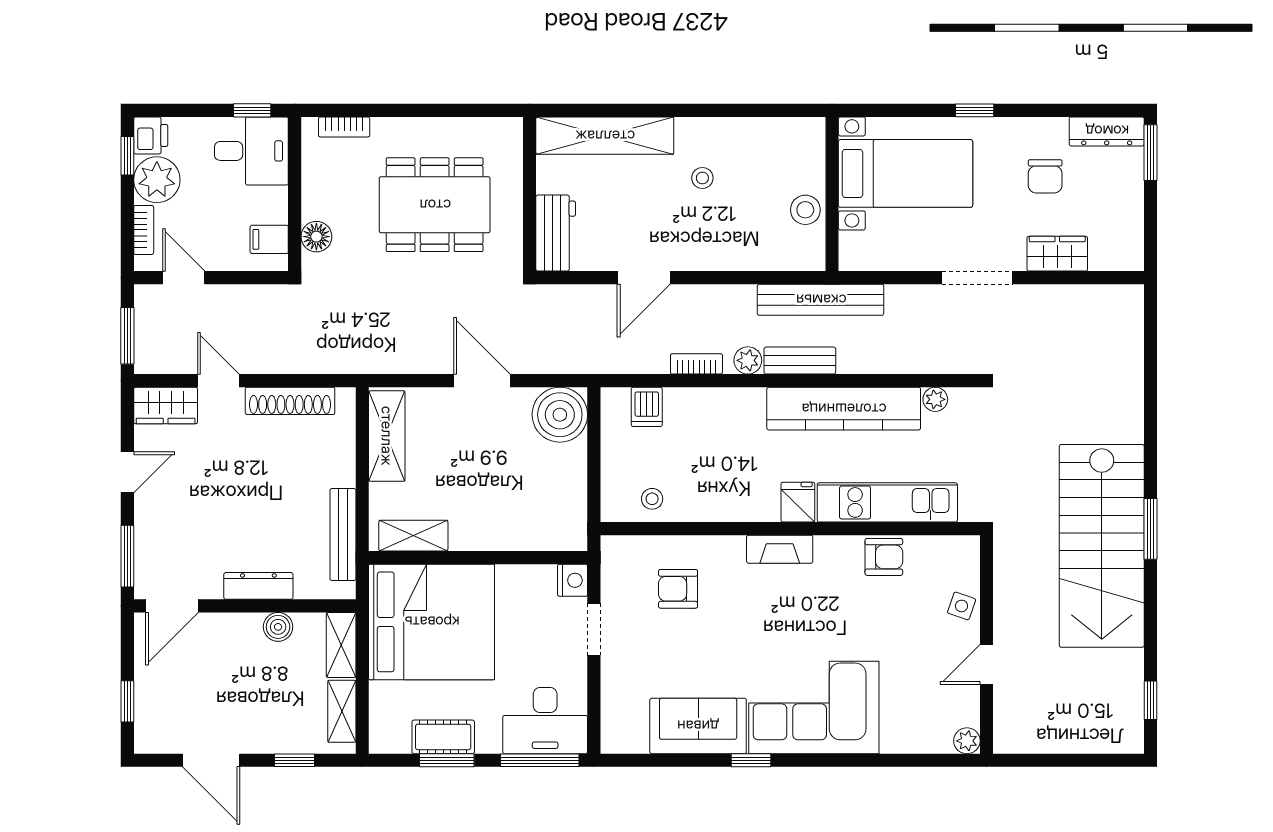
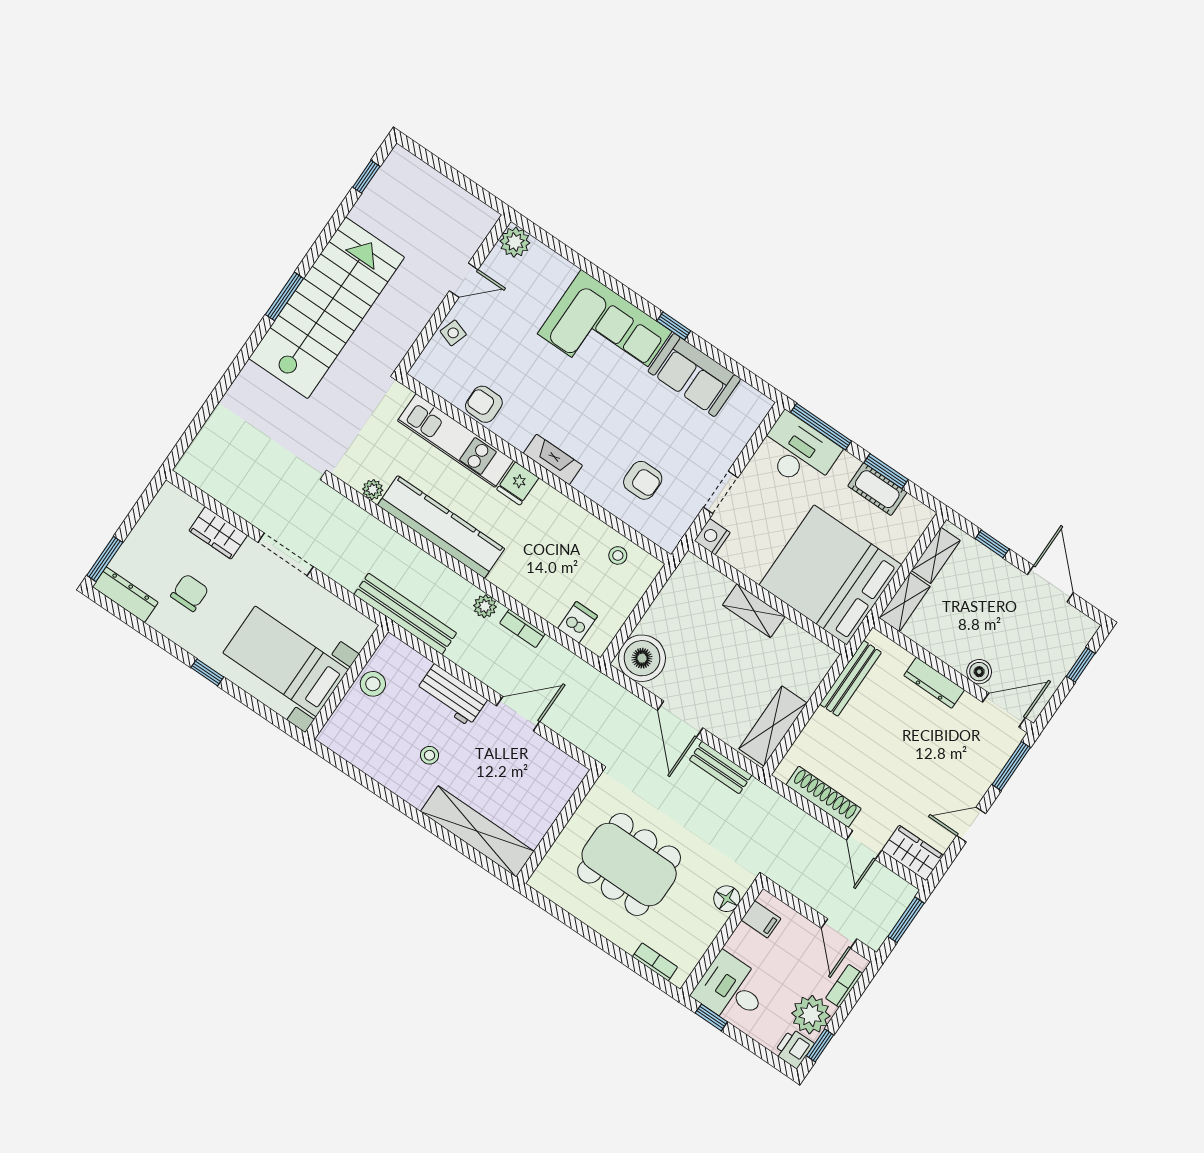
workbench: (556, 233) -> (452, 695), moved, turned -90
bench: (800, 361) -> (721, 768), moved
shelving: (413, 536) -> (754, 611), moved
boiler: (278, 627) -> (979, 672), moved
plant: (967, 741) -> (515, 242), width x1.38, depth x1.38

